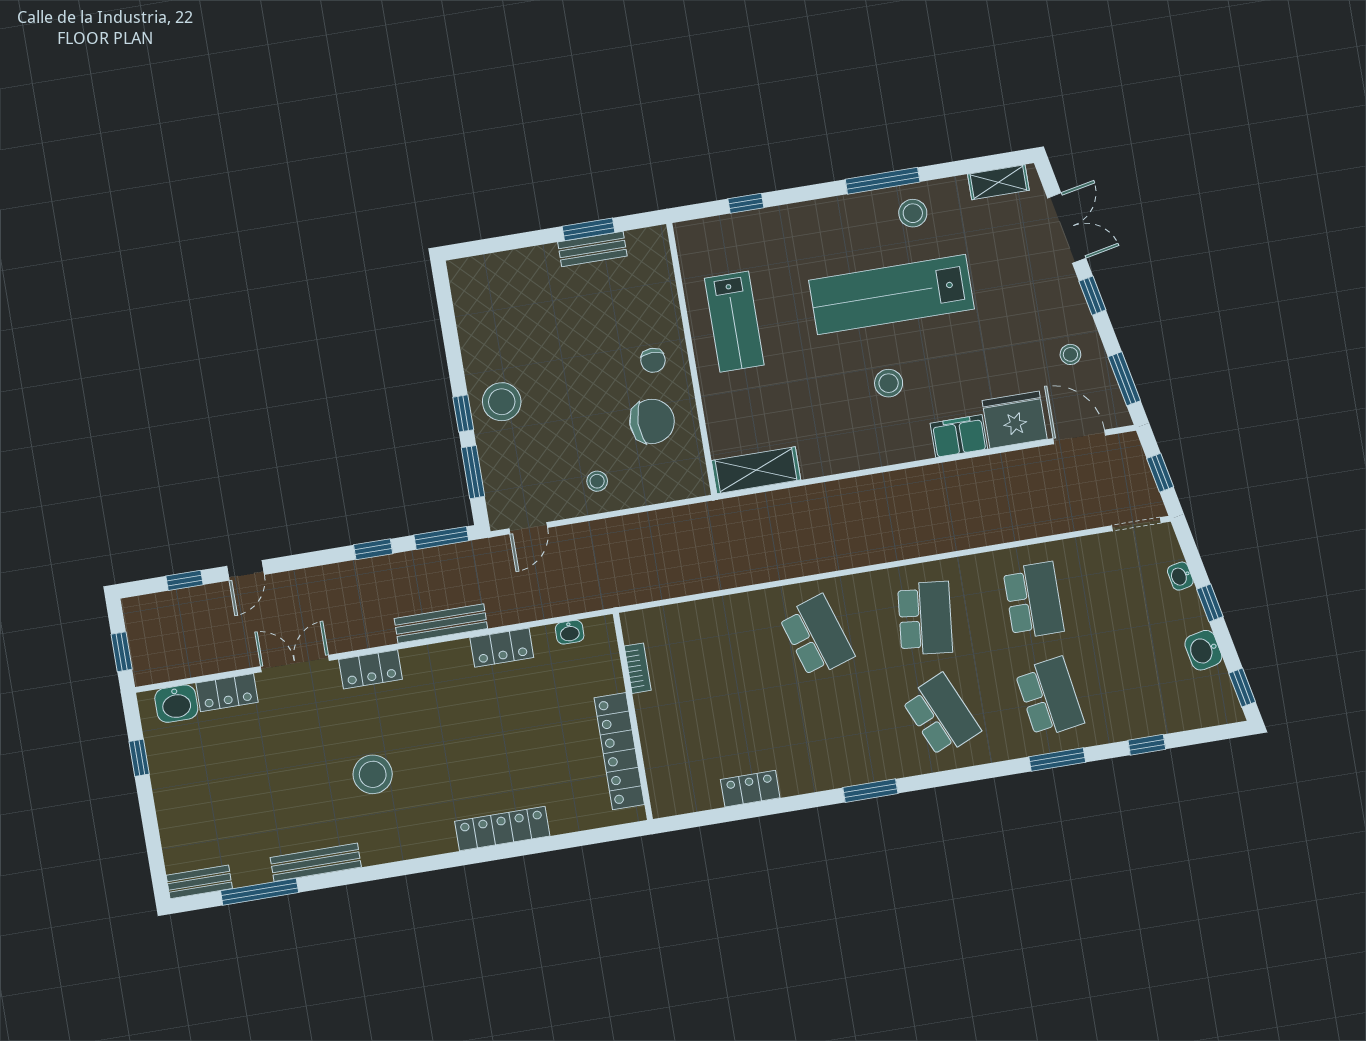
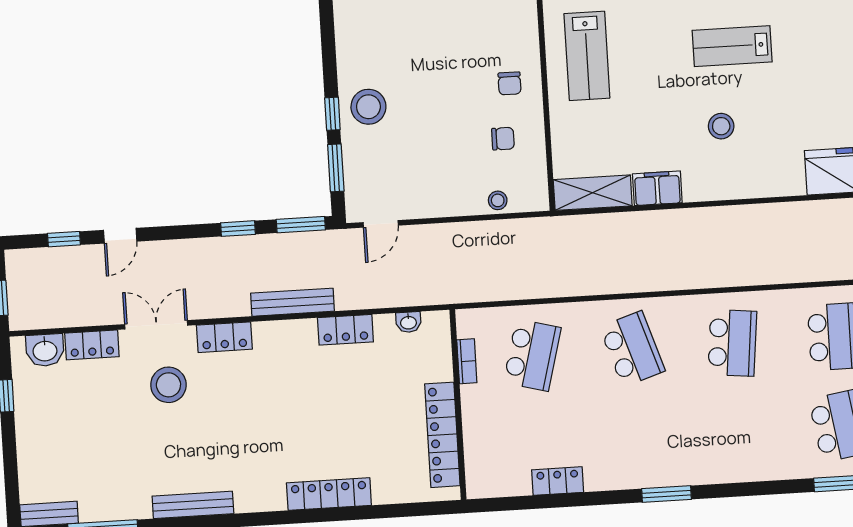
lab bench: (891, 295) -> (732, 46), width x0.54, depth x0.72
chair: (652, 421) -> (503, 139), width x0.54, depth x0.54
filing cabinet: (959, 436) -> (657, 188), moved
stool: (597, 481) -> (498, 200), moved
school desk: (941, 715) -> (532, 355), moved, turned 39
stool: (373, 774) -> (168, 385), moved
bench: (316, 862) -> (193, 505), moved

